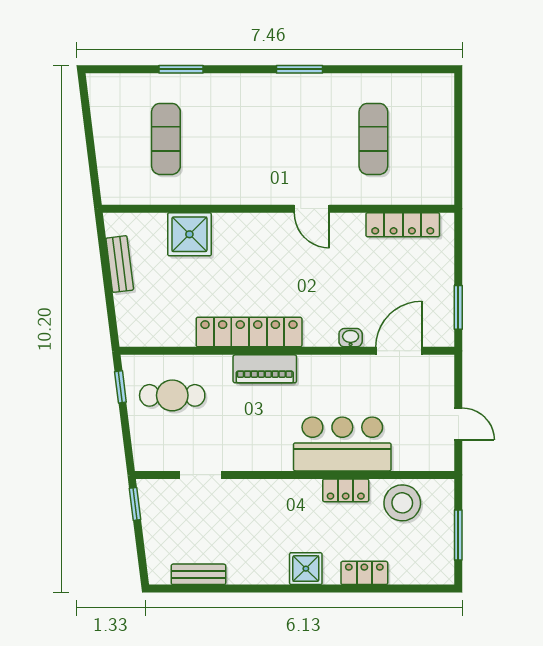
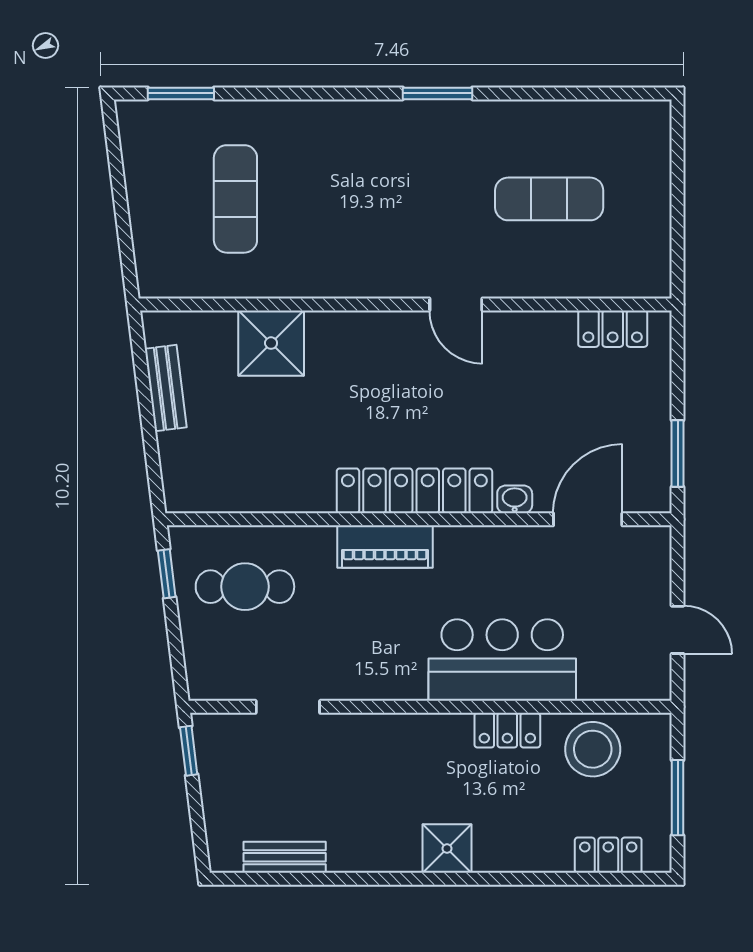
window: (181, 69) -> (181, 93), moved
exercise mat: (373, 139) -> (549, 199), turned 90
locker: (403, 225) -> (613, 329), width x0.66
locker: (249, 332) -> (414, 491), moved
locker: (364, 573) -> (608, 855), moved

